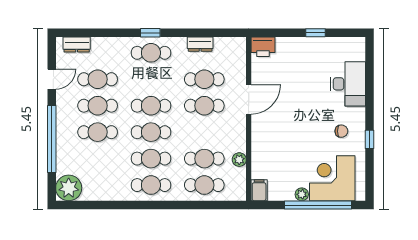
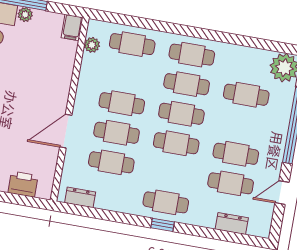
dresser: (200, 44) -> (80, 197), moved
dresser: (77, 45) -> (232, 223), moved
printer: (263, 47) -> (23, 184), moved
cafe table: (98, 132) -> (246, 95), moved
cafe table: (204, 159) -> (122, 103), moved
plant: (239, 160) -> (92, 45), moved

